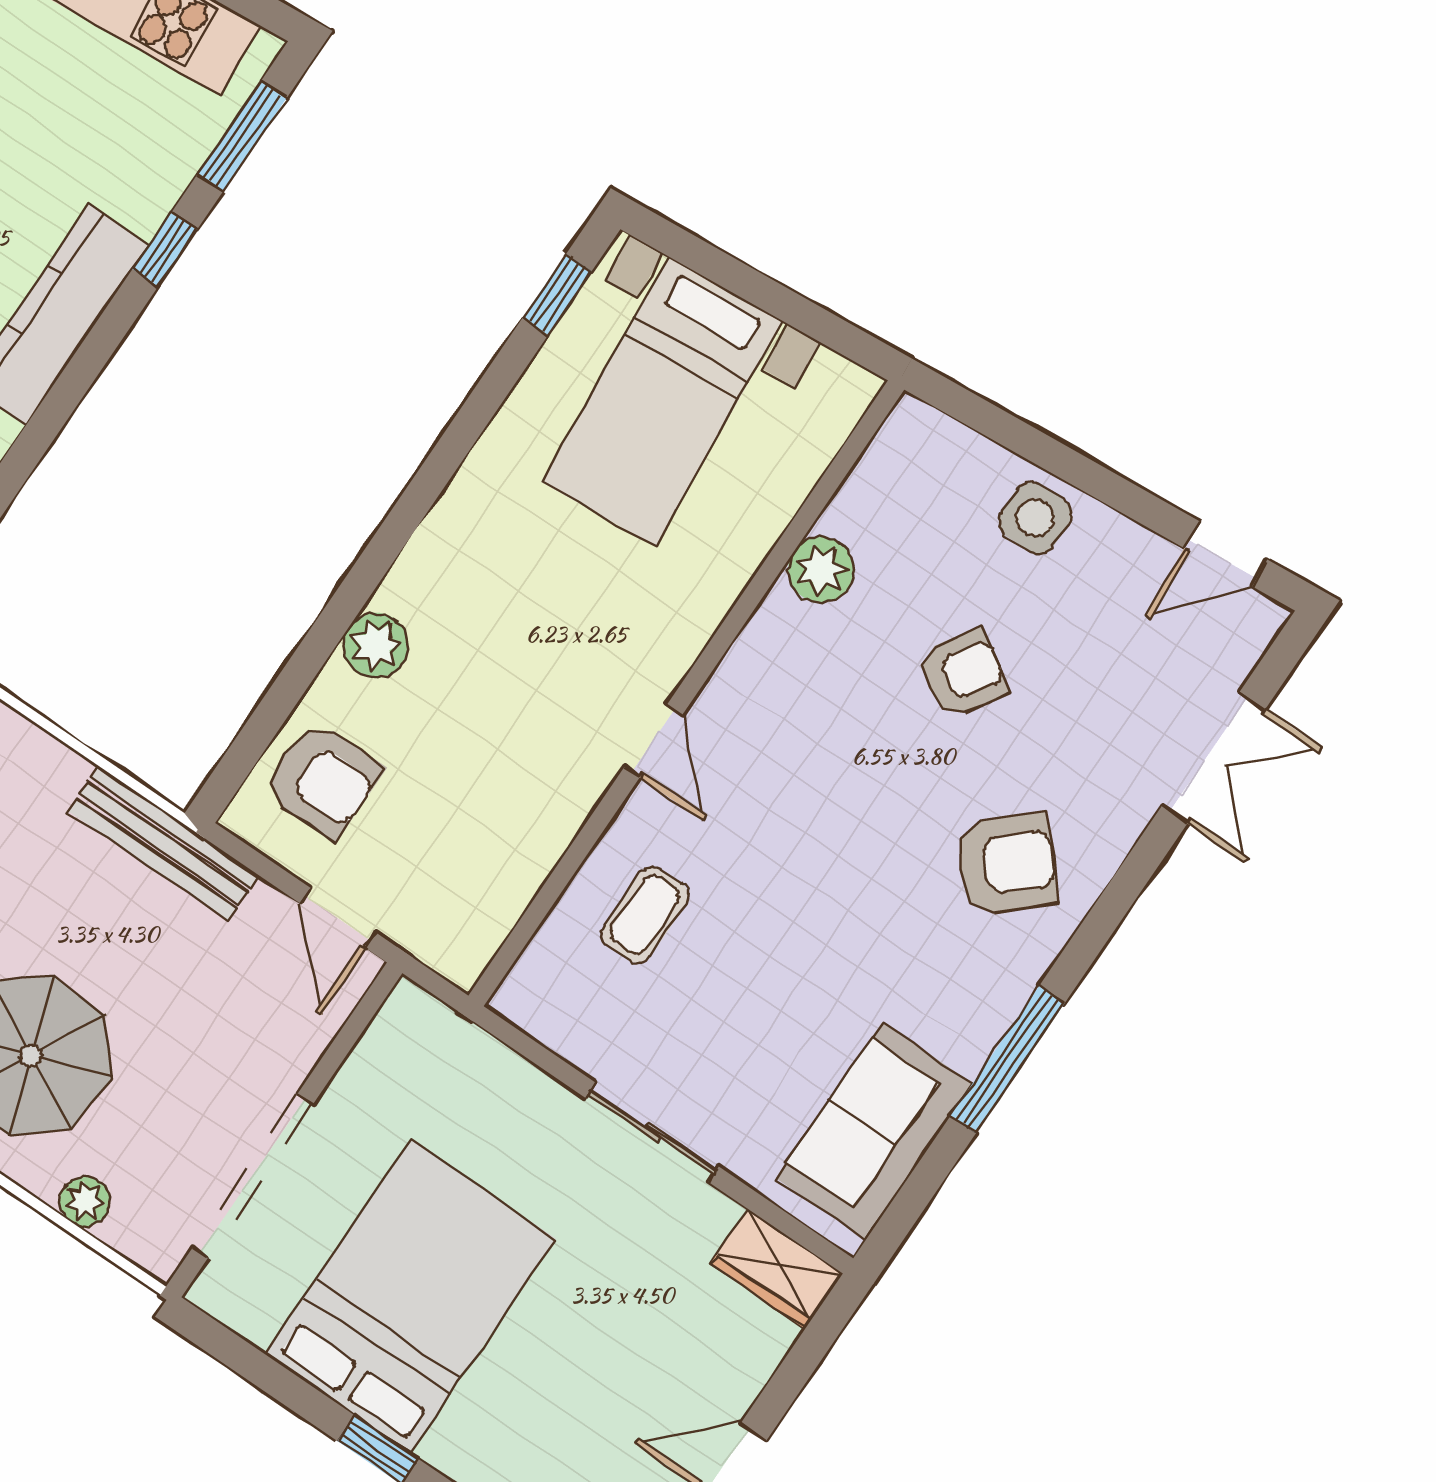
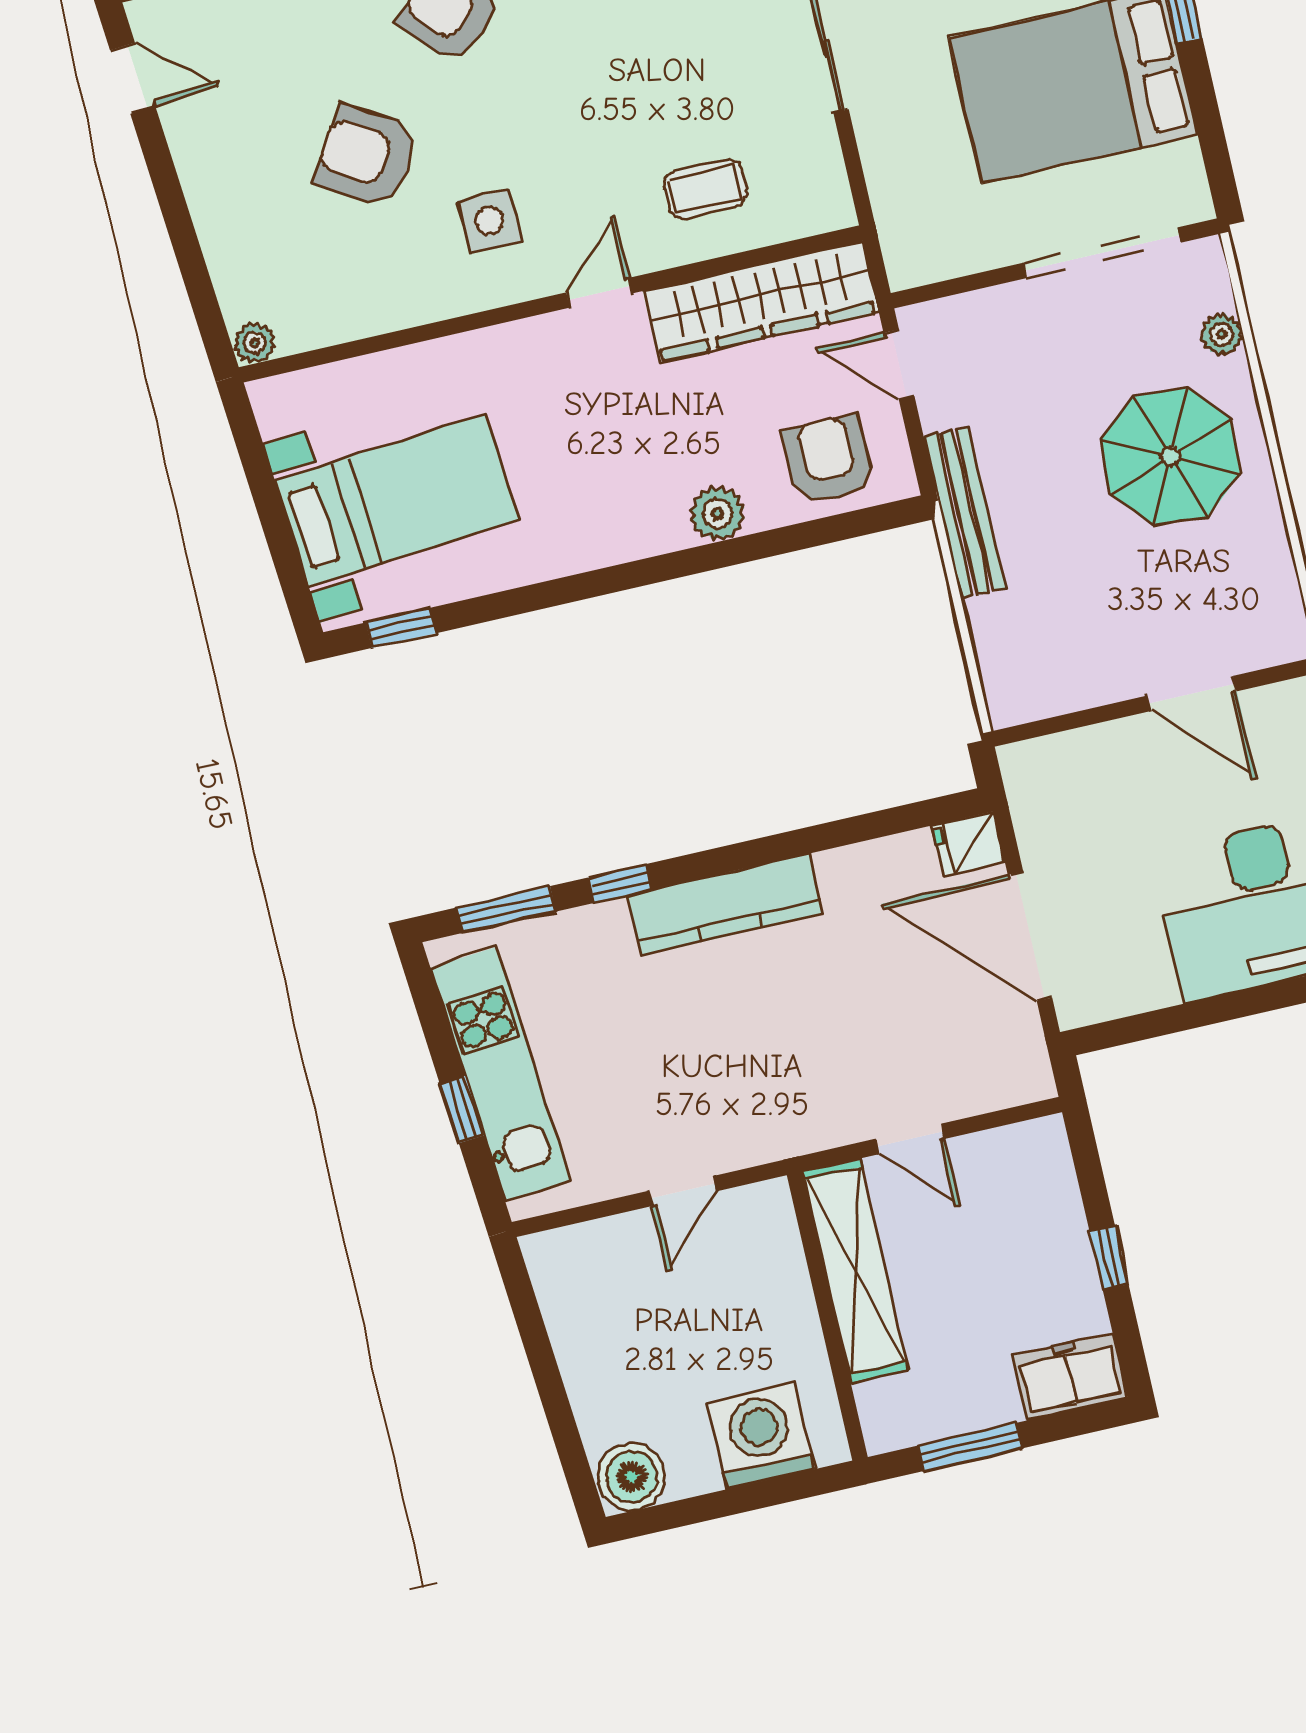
side table: (1035, 518) -> (489, 221), moved
plant: (821, 570) -> (255, 343), moved, width x0.73, depth x0.73
armchair: (963, 673) -> (367, 156), width x1.38, depth x1.38
wardrobe: (508, 862) -> (761, 301), added
door: (338, 918) -> (899, 364), swing flipped

